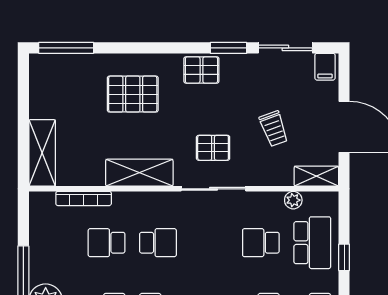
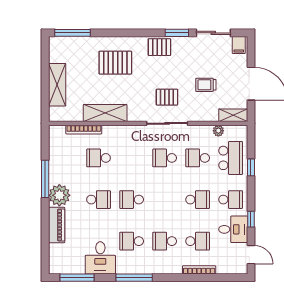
trolley: (274, 129) -> (206, 85), turned 110
shelving: (42, 153) -> (57, 85), moved
shelving: (139, 173) -> (105, 113), moved
school desk: (158, 243) -> (165, 158), moved, turned 180

